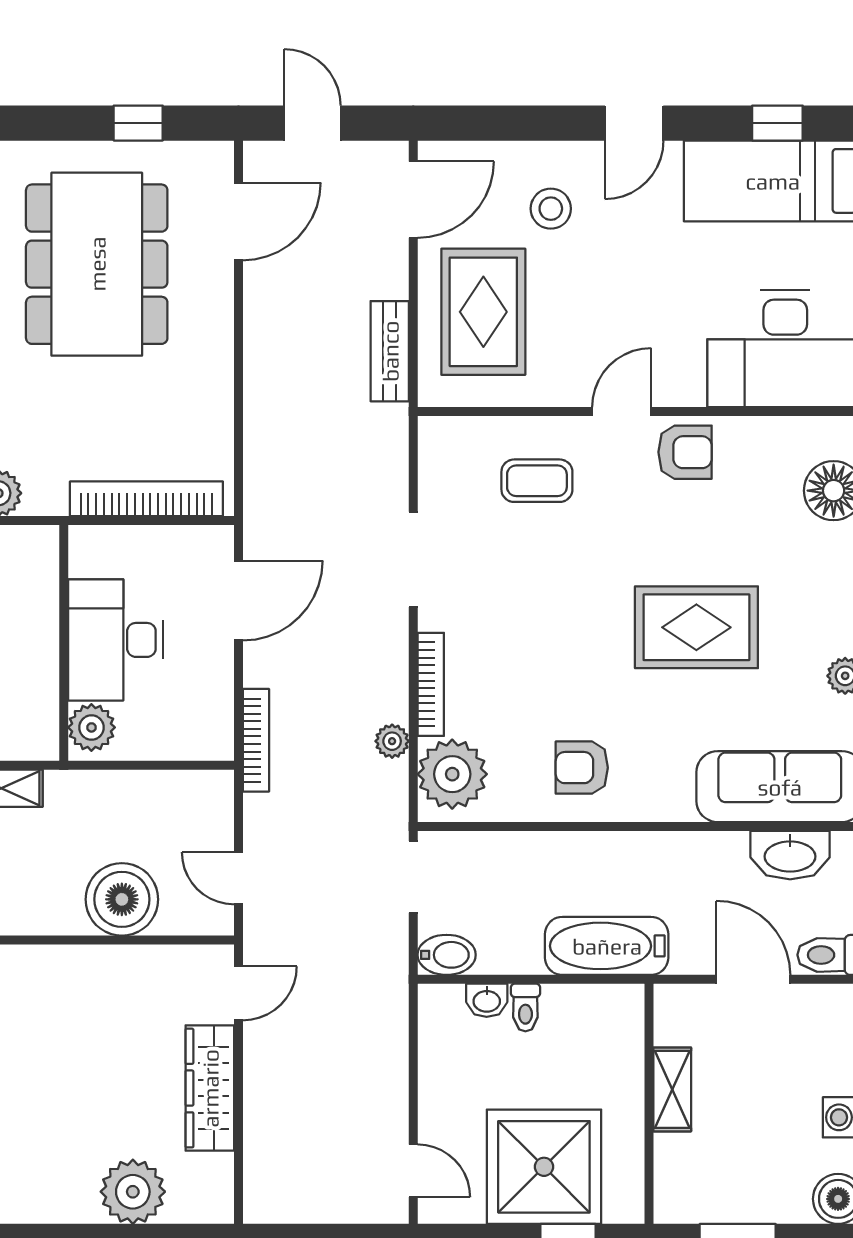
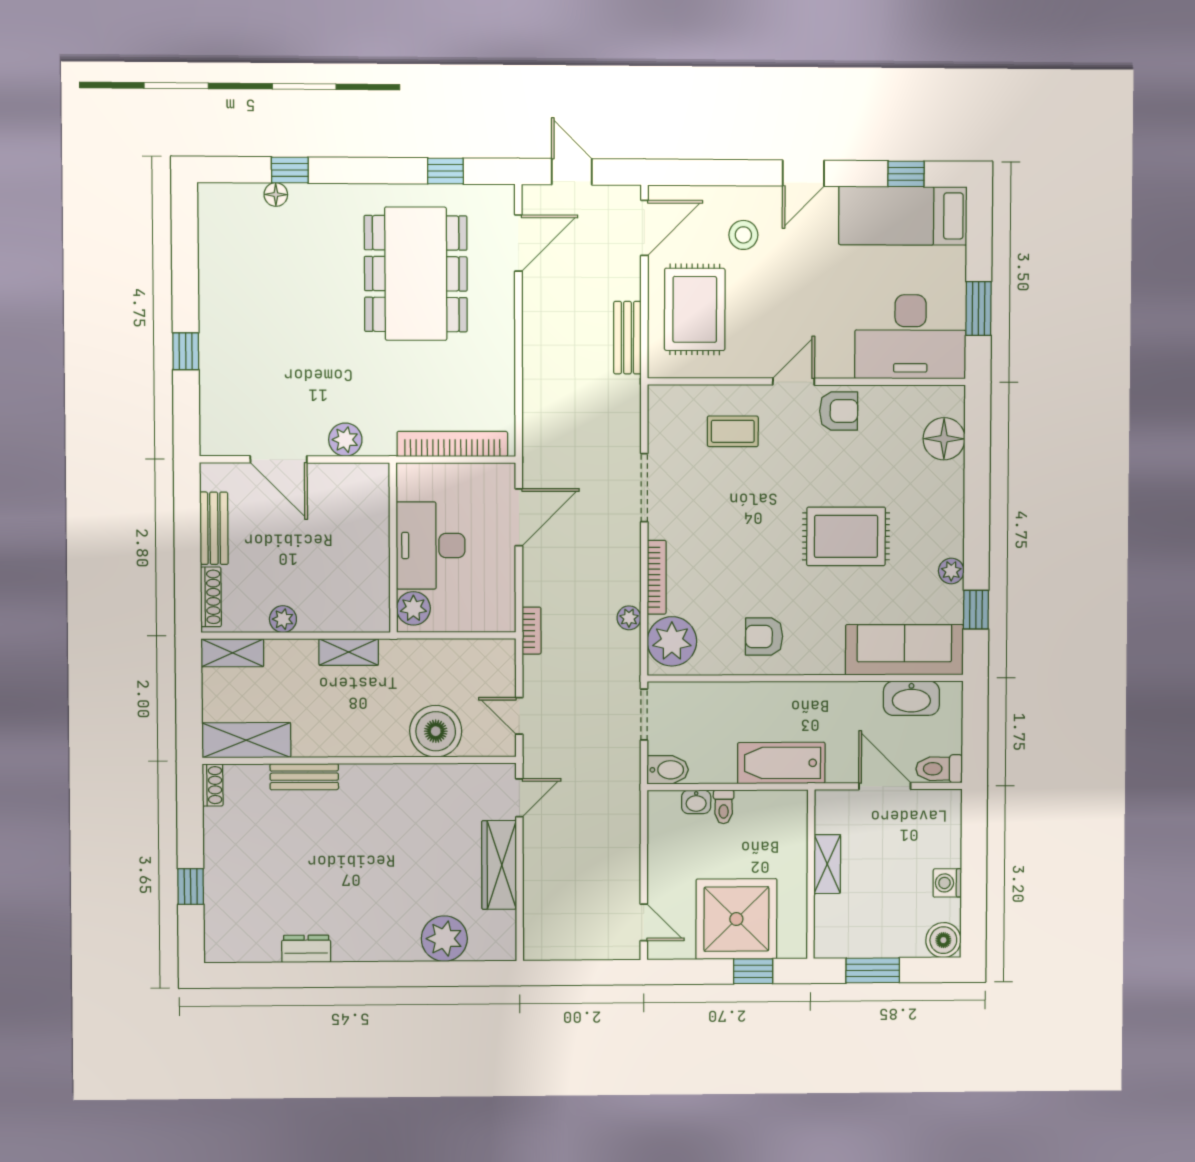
bookcase: (256, 740) -> (532, 631), width x0.64

